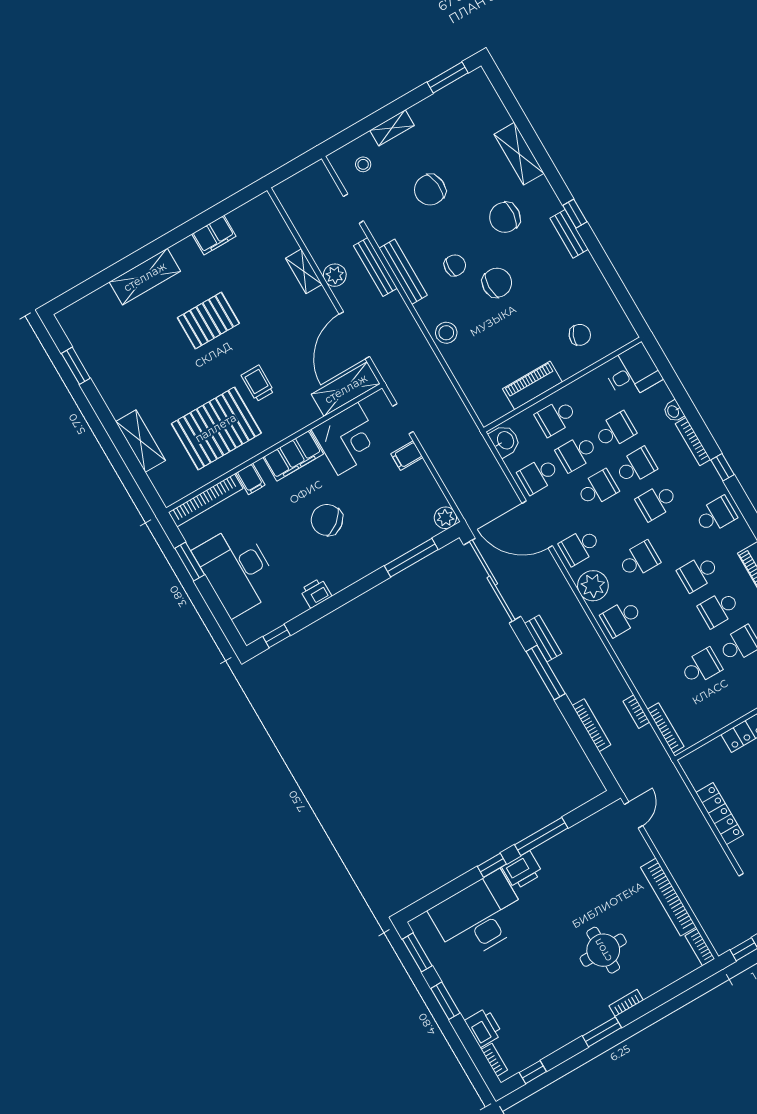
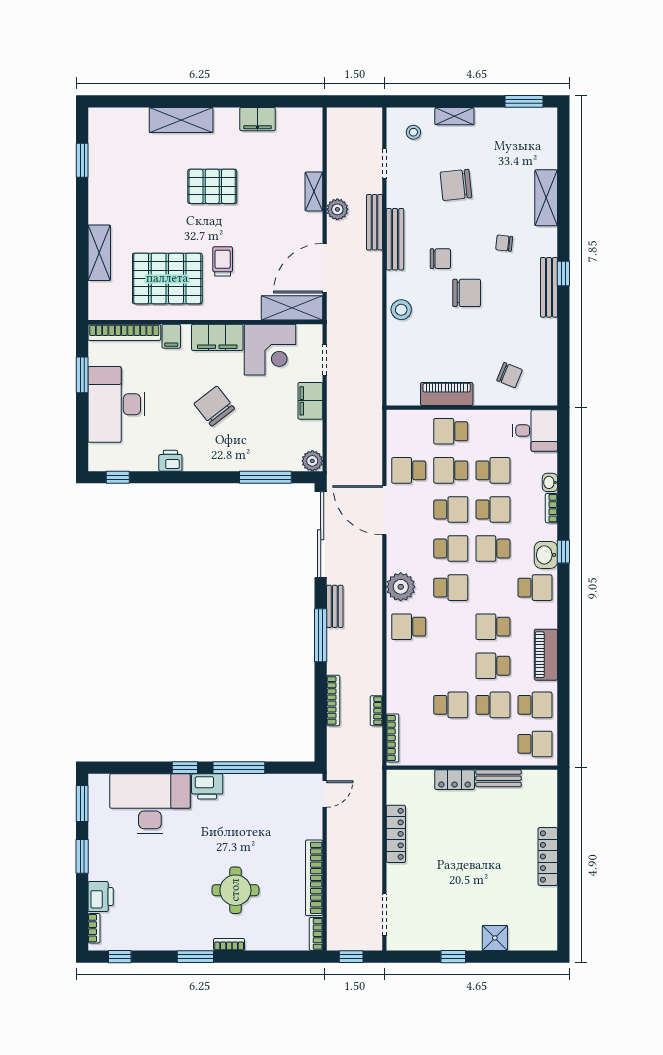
chair: (505, 217) -> (504, 243), width x0.54, depth x0.54
bench: (569, 234) -> (549, 287), width x1.36
washbasin: (505, 441) -> (546, 555), moved, turned 180
bookcase: (693, 442) -> (551, 508), width x0.64
filing cabinet: (407, 456) -> (310, 401), width x2.00
school desk: (580, 547) -> (451, 549), moved, turned 180

